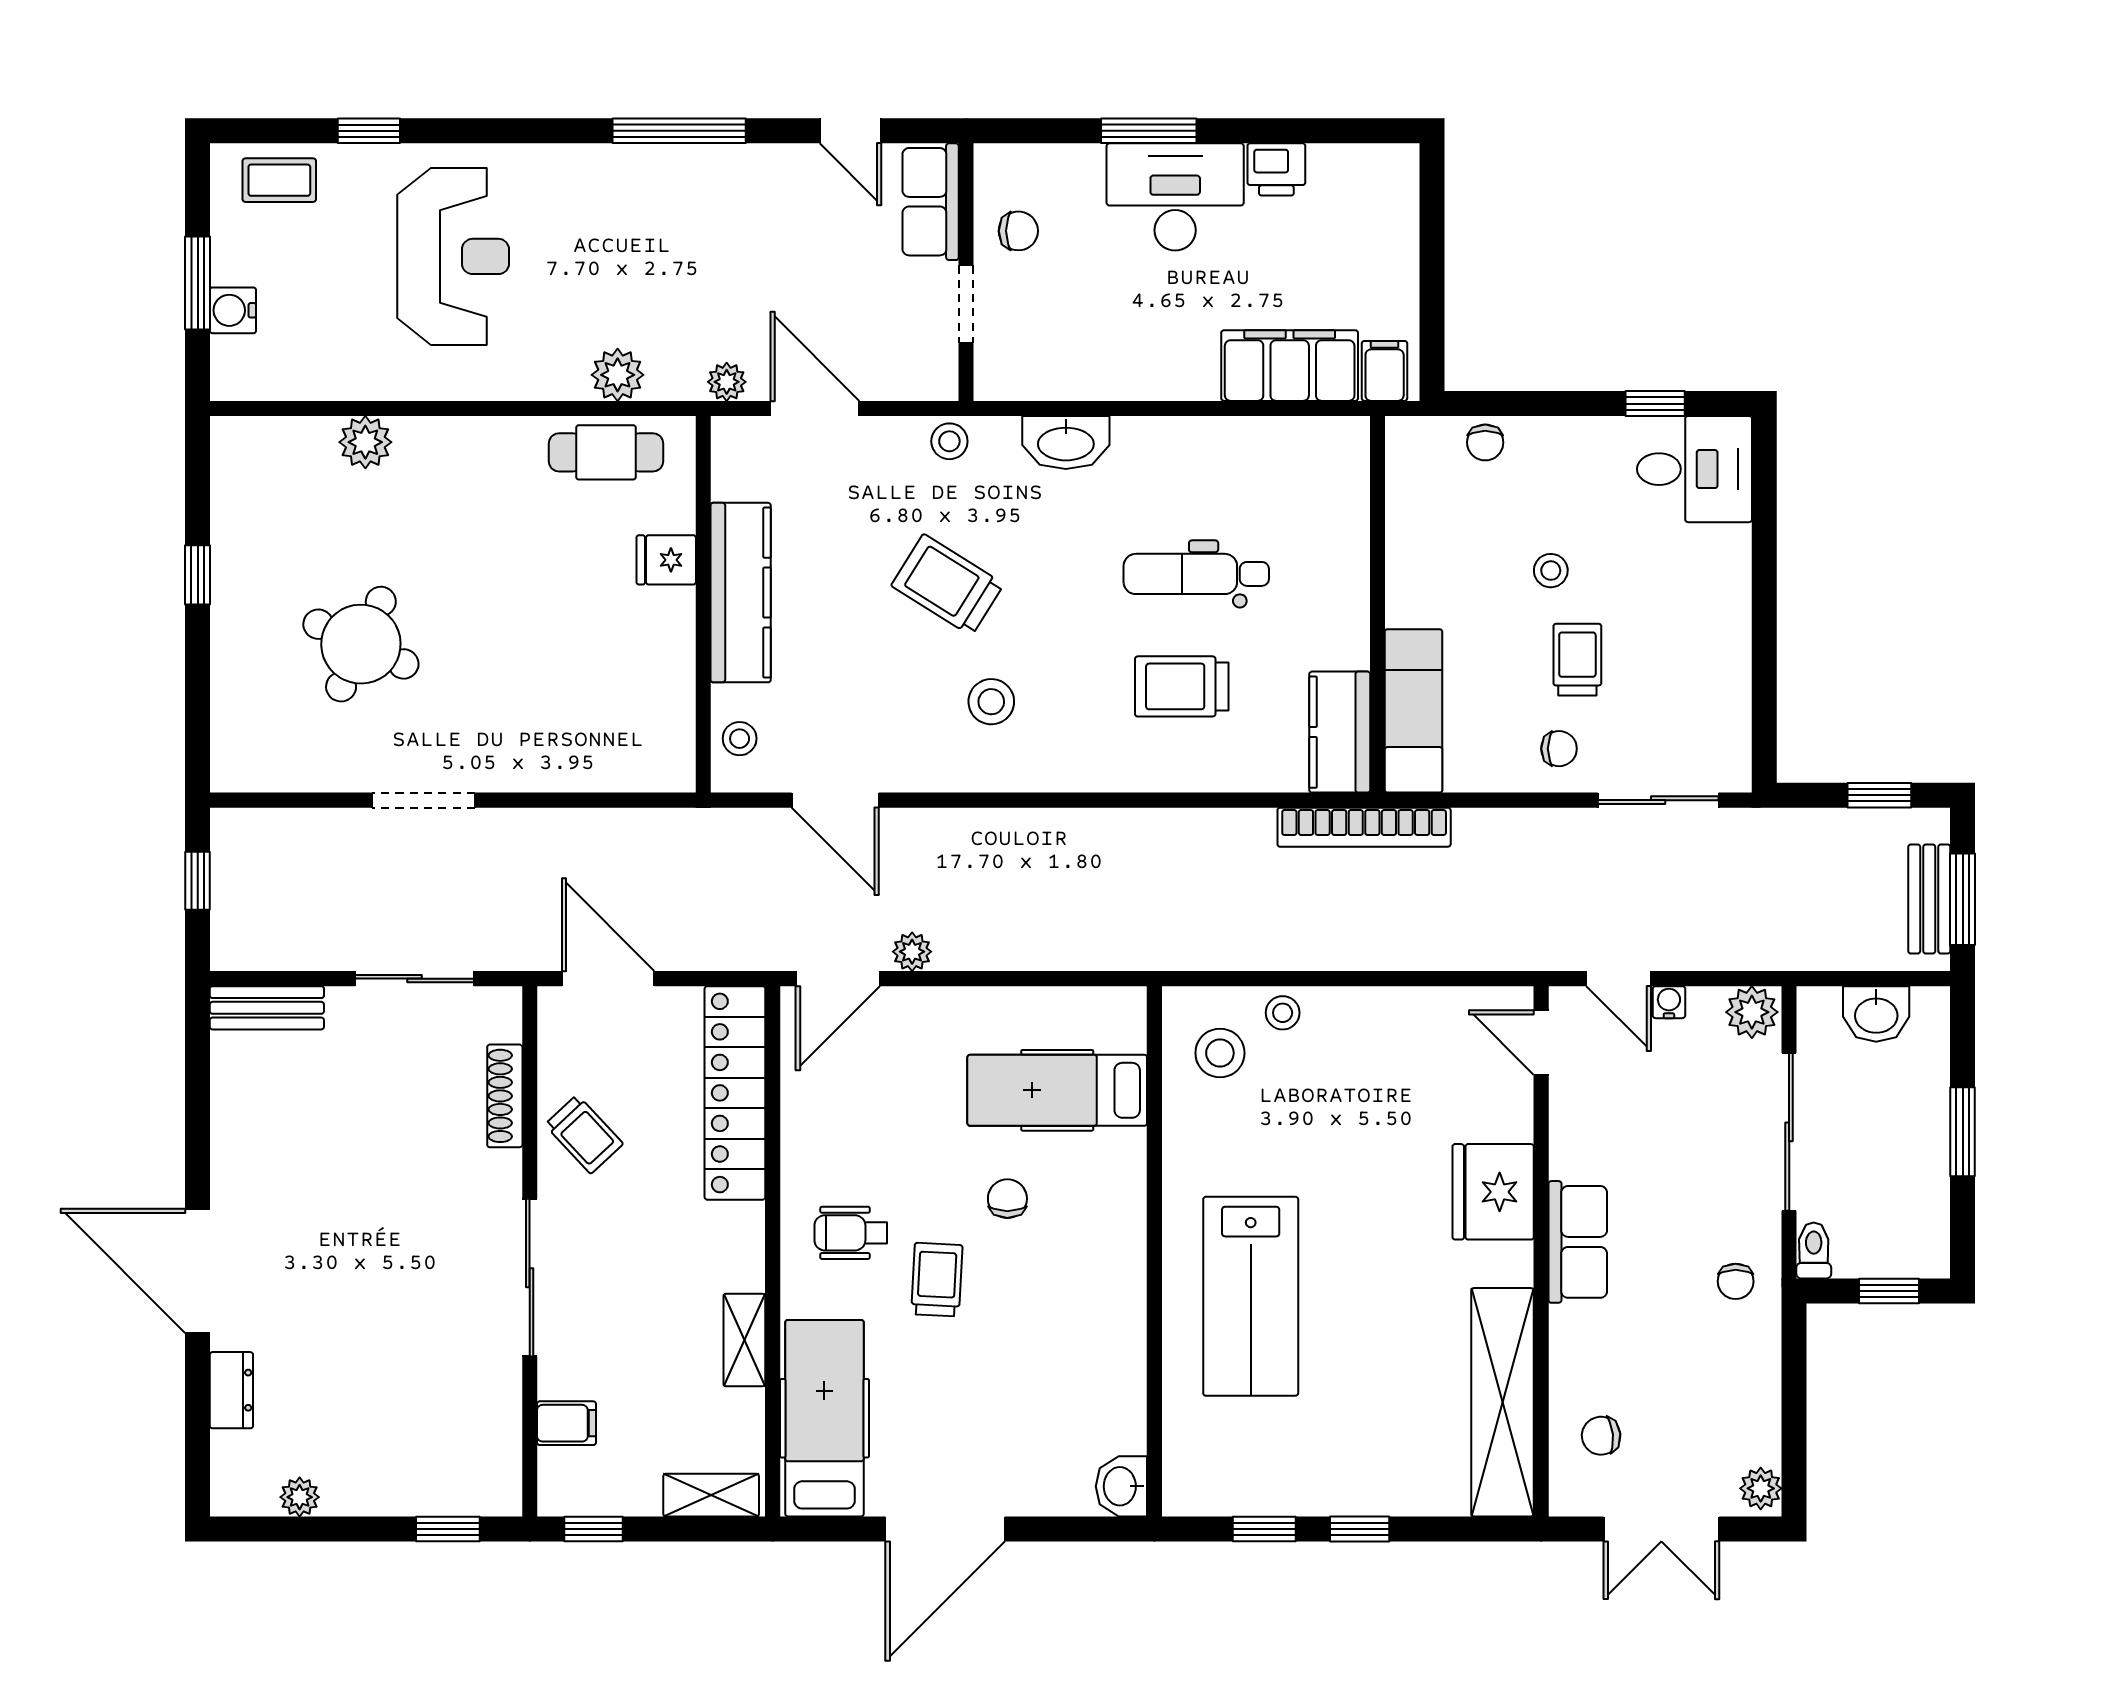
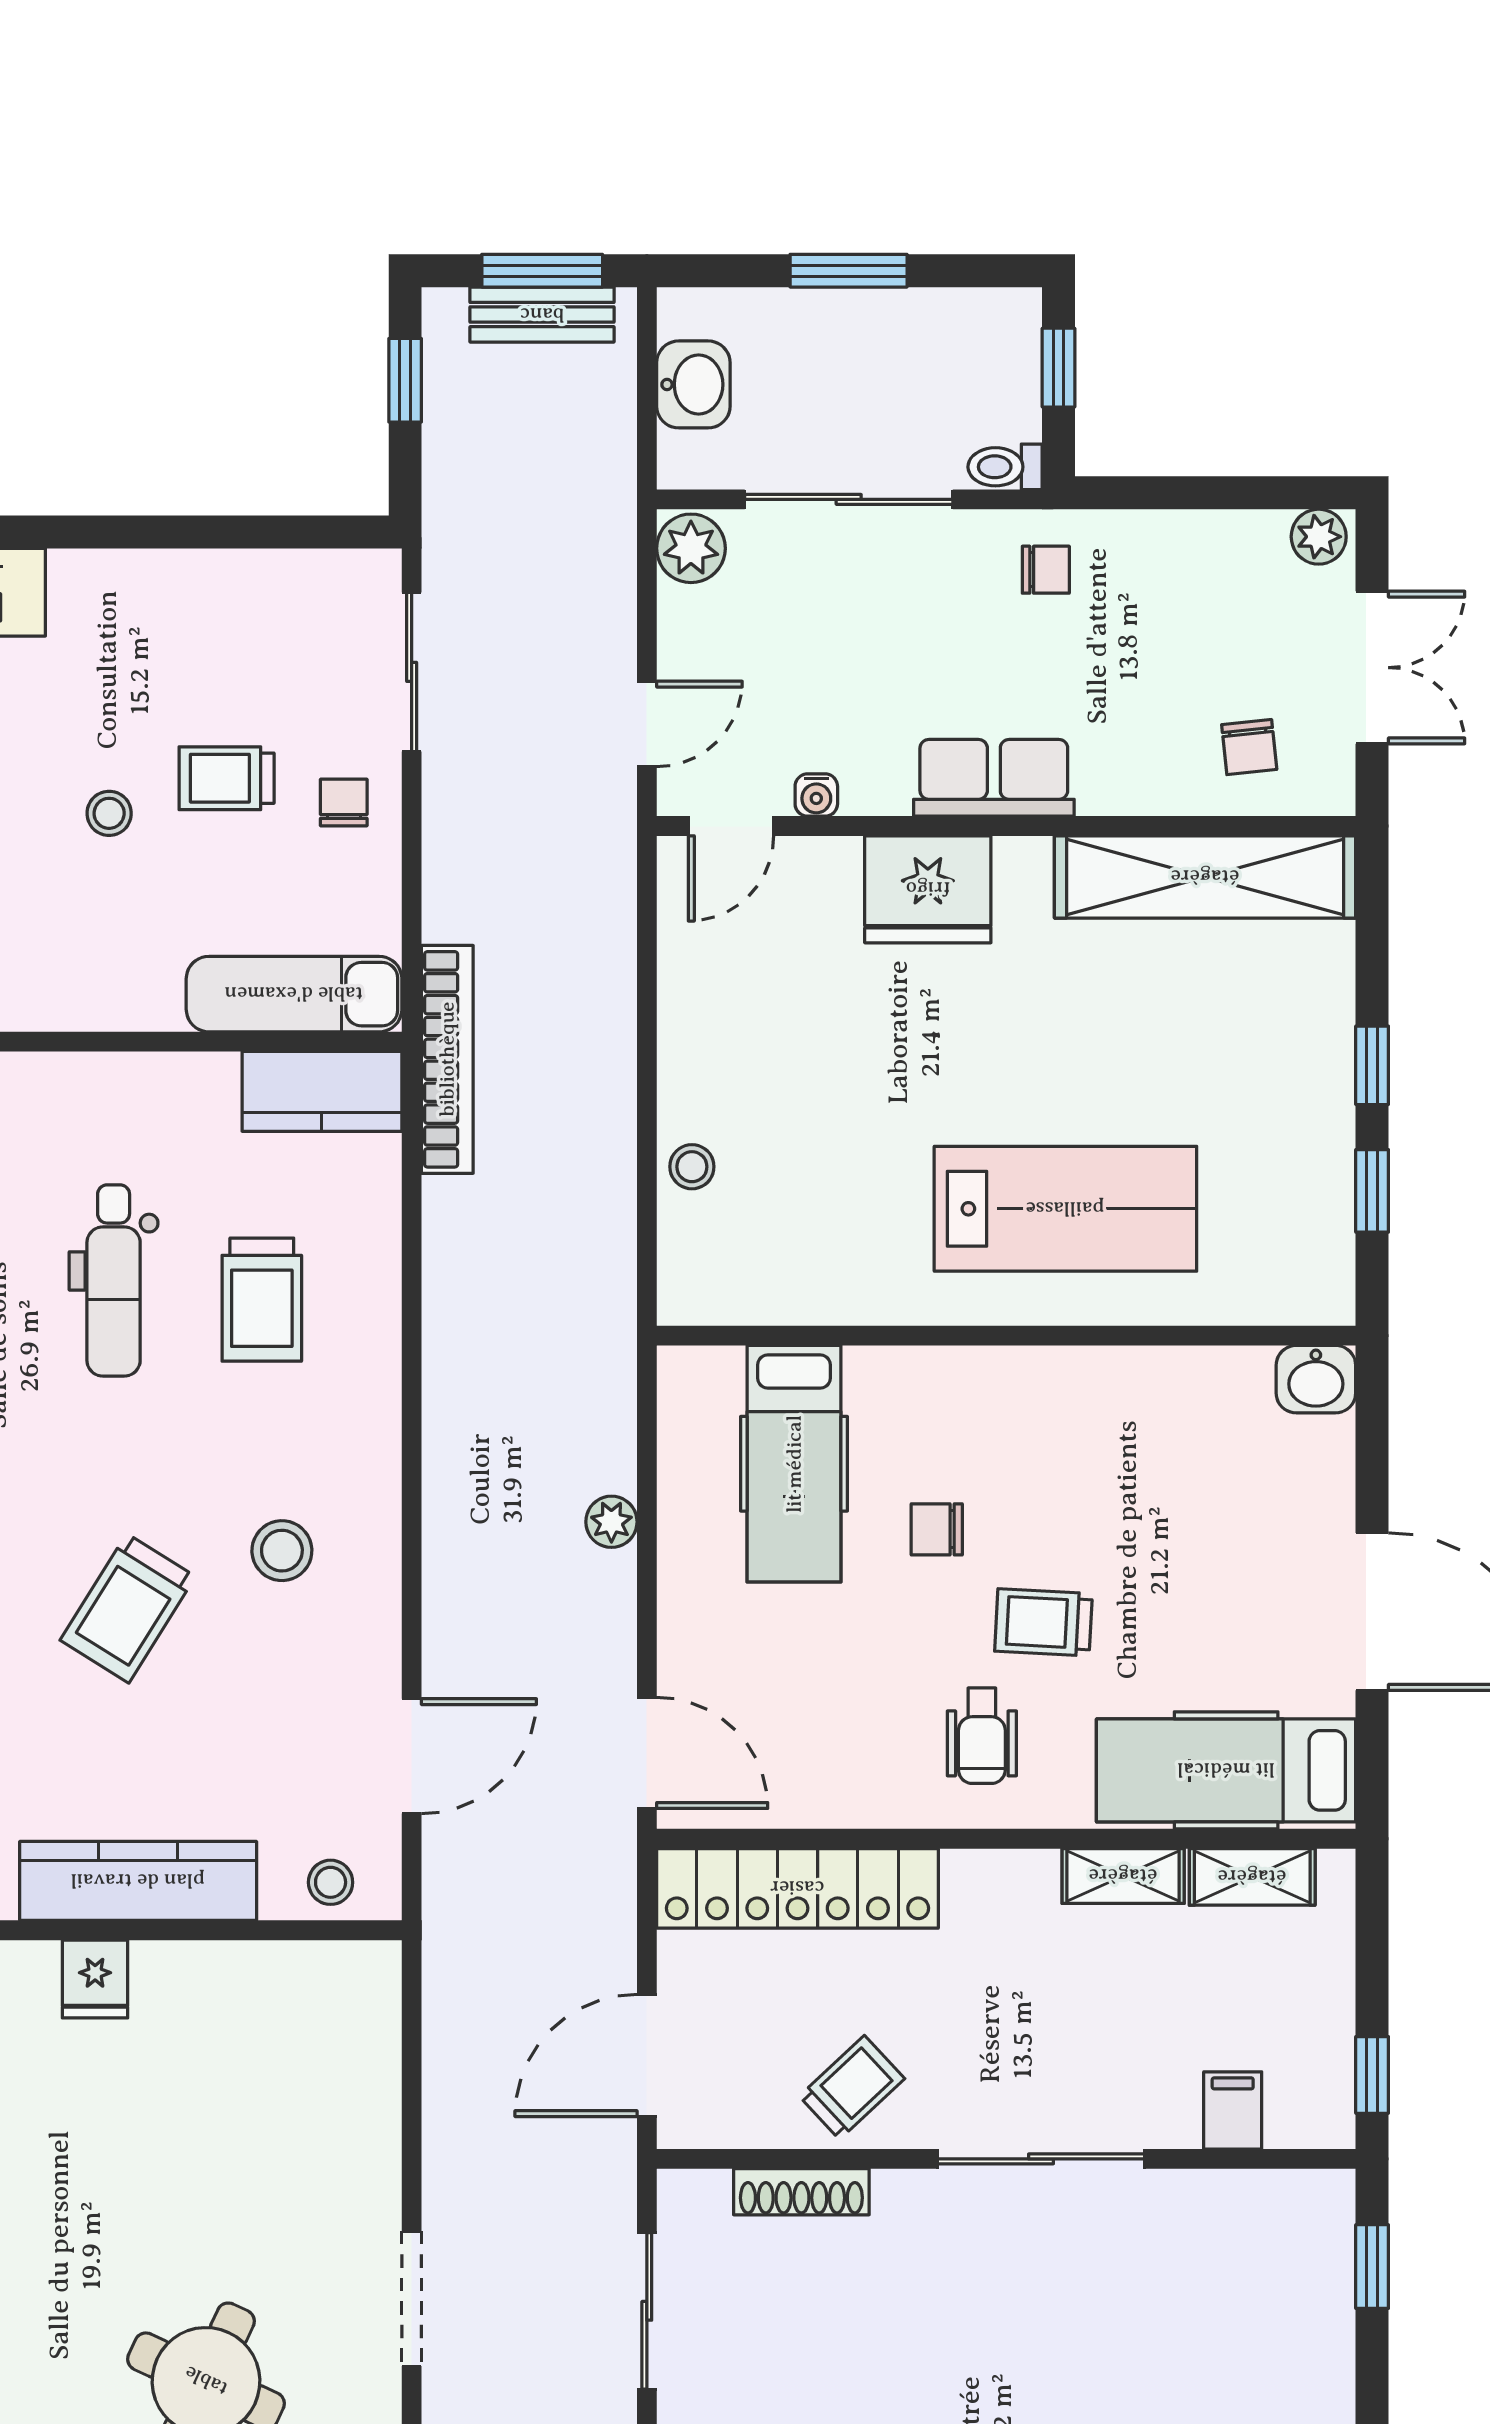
plant: (912, 952) -> (611, 1522), moved
water cooler: (1669, 1002) -> (816, 795), moved, turned -90
stool: (1220, 1053) -> (745, 1249), removed
shelving: (711, 1495) -> (1252, 1877), moved, turned 90

